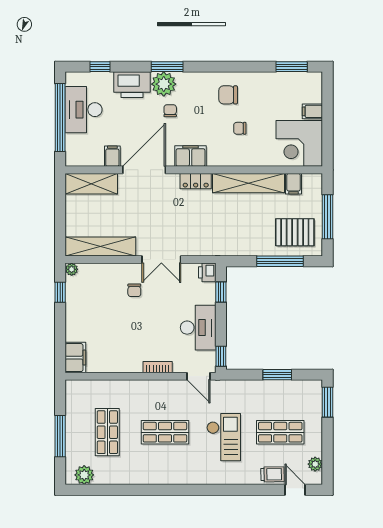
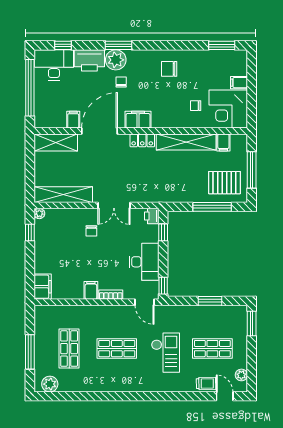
desk: (84, 110) -> (54, 65), moved, turned 90
chair: (240, 128) -> (196, 106), moved
filing cabinet: (134, 362) -> (91, 290), added

